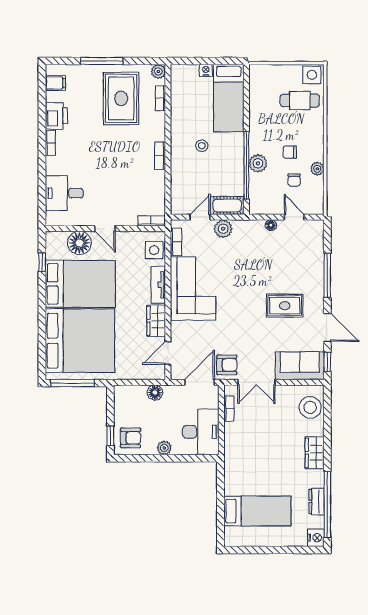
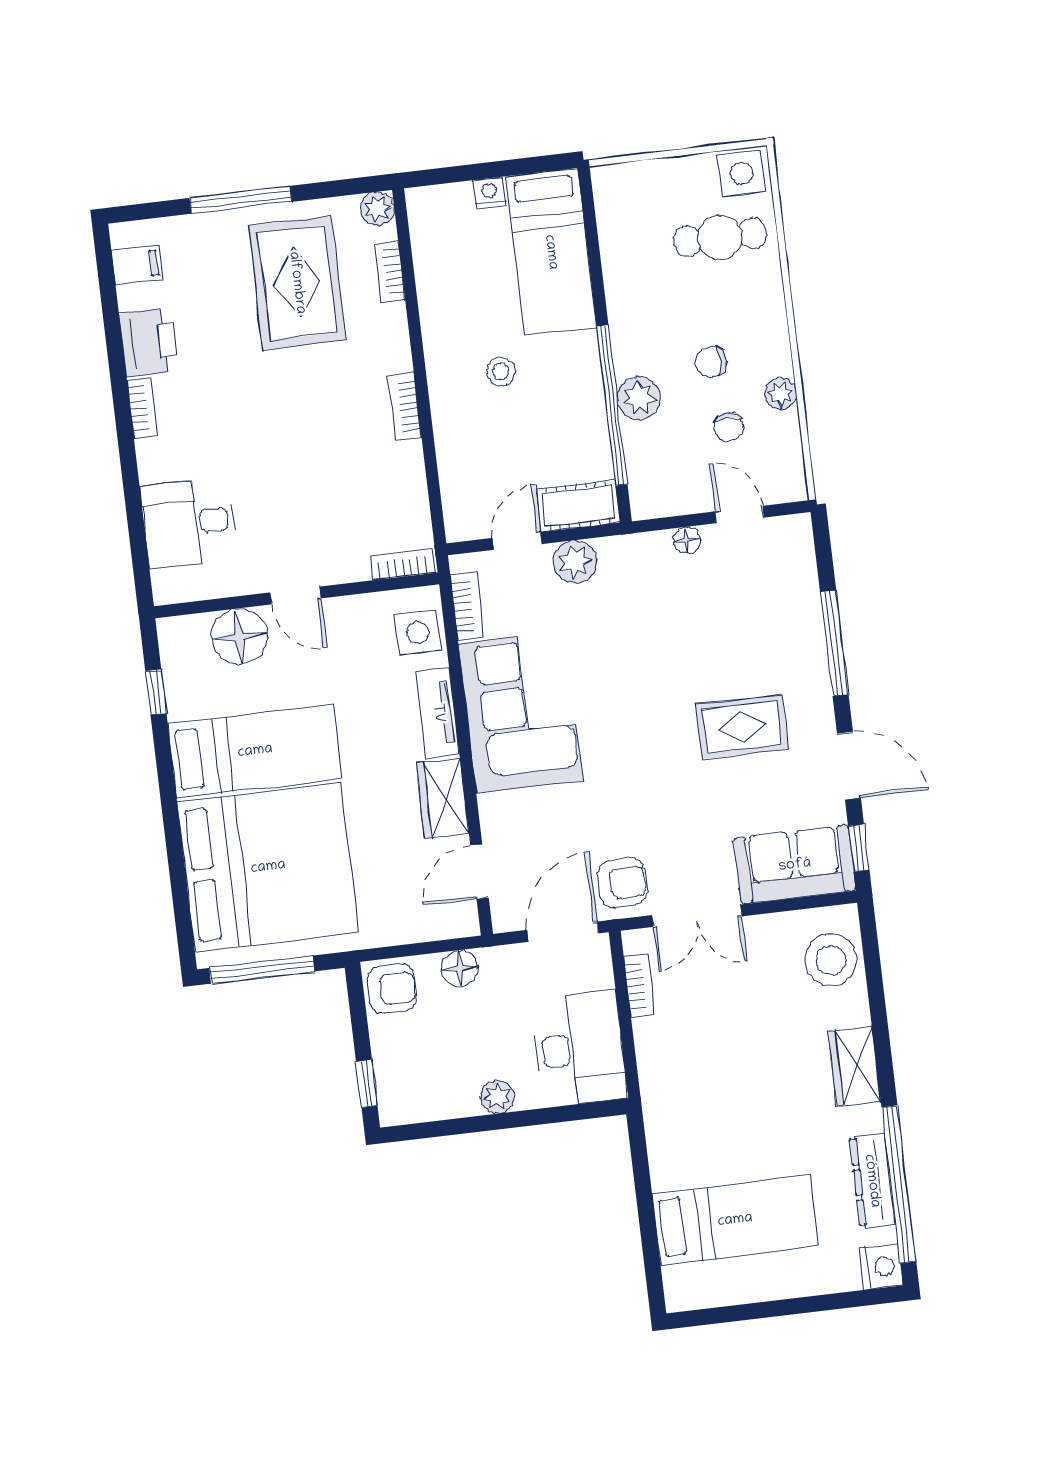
bed: (80, 284) -> (255, 751), width x0.67
armchair: (131, 438) -> (392, 989), moved
dresser: (316, 501) -> (872, 1181), width x1.44

